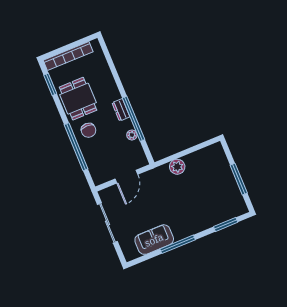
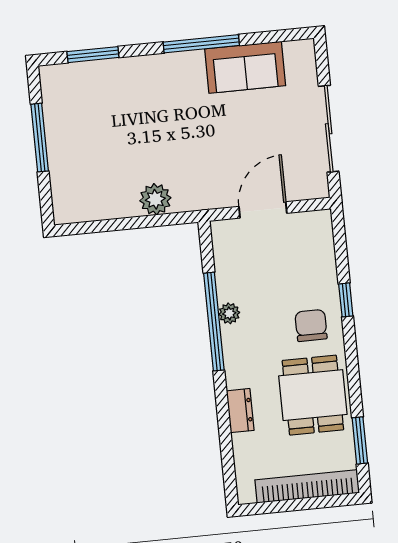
dresser: (121, 110) -> (240, 411), moved
plant: (132, 135) -> (229, 313), moved
window: (76, 147) -> (346, 300), width x0.32

